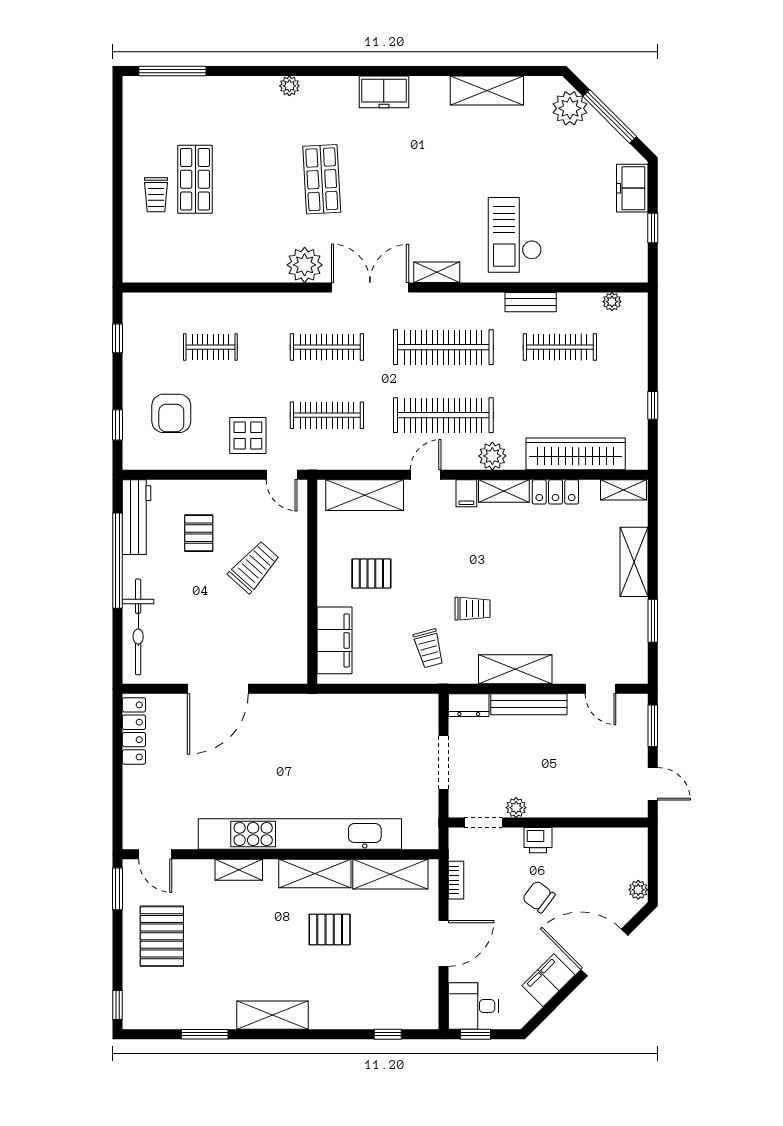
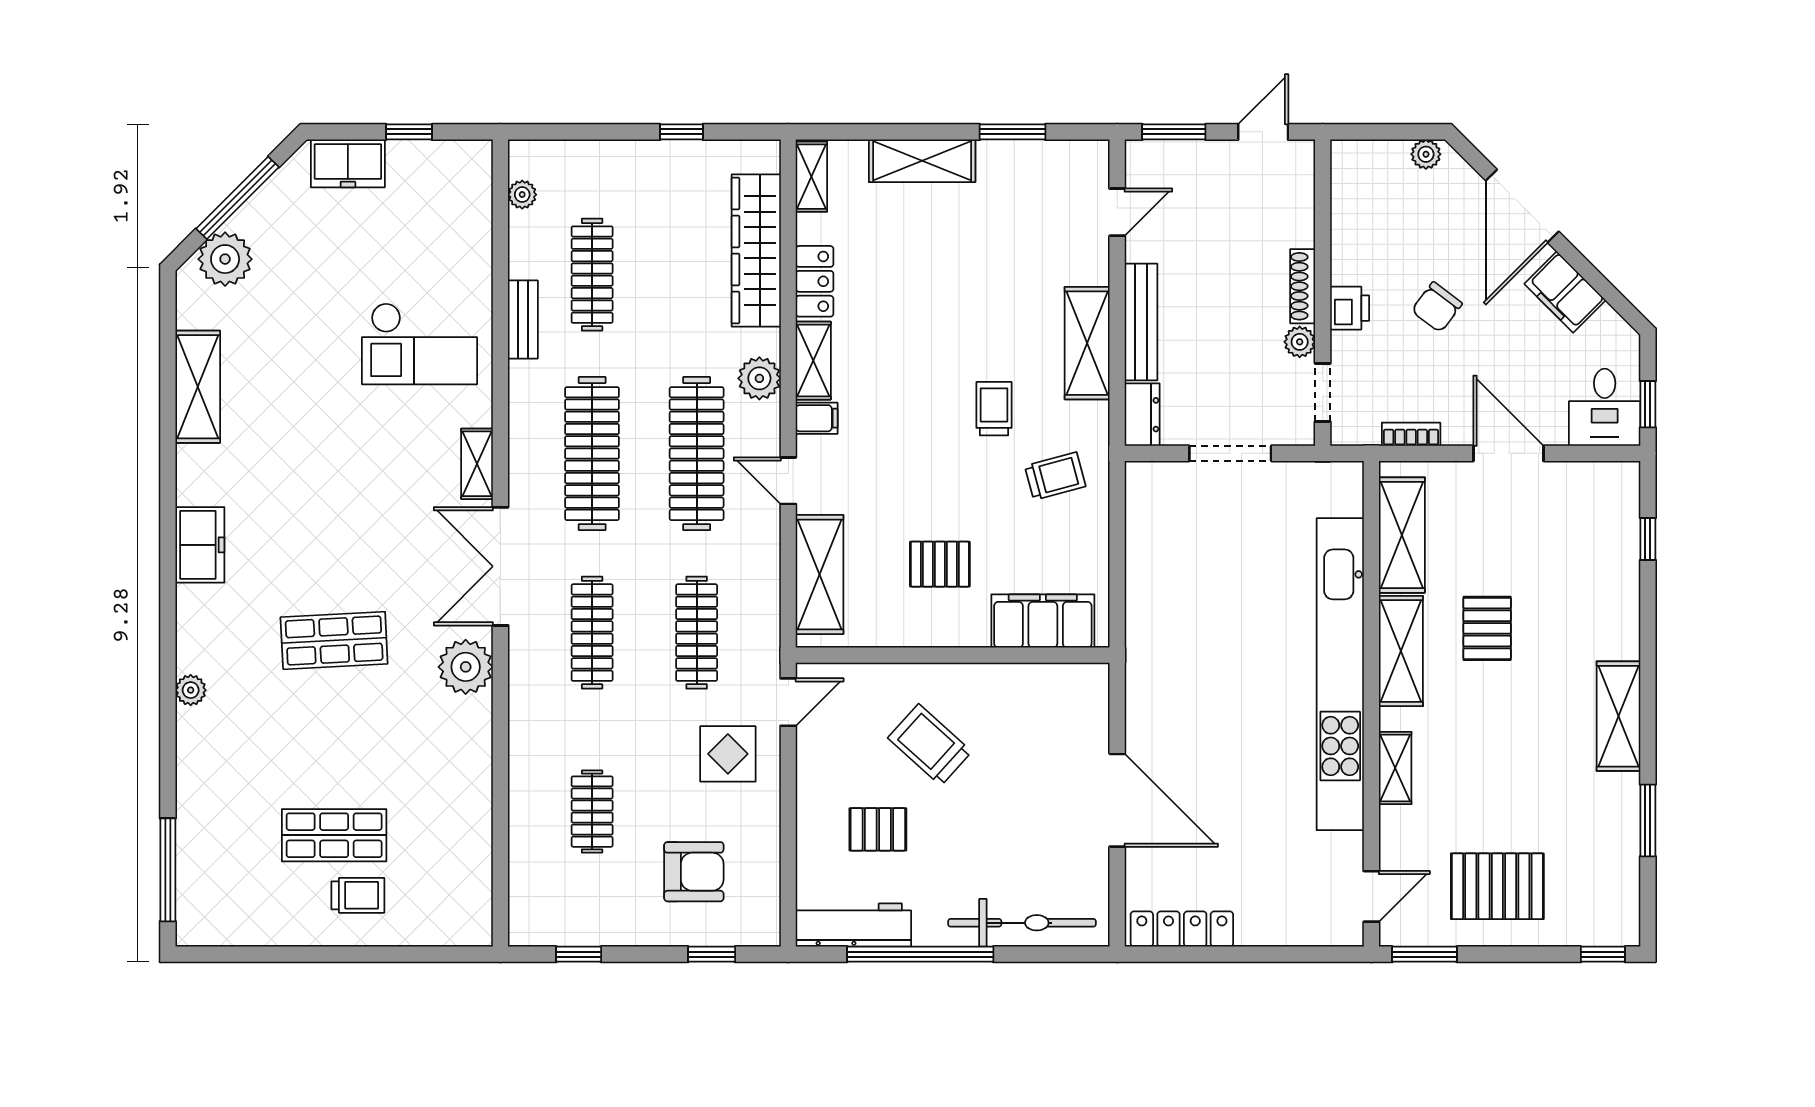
pallet: (371, 573) -> (940, 564), turned 90
shoe rack: (552, 810) -> (1303, 286), added

